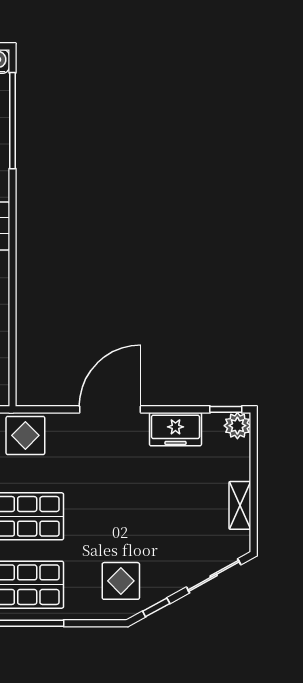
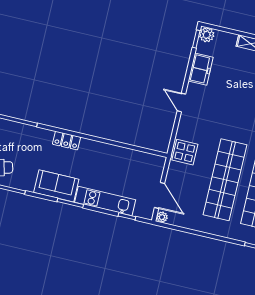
door: (110, 409) -> (181, 102), width x0.53

